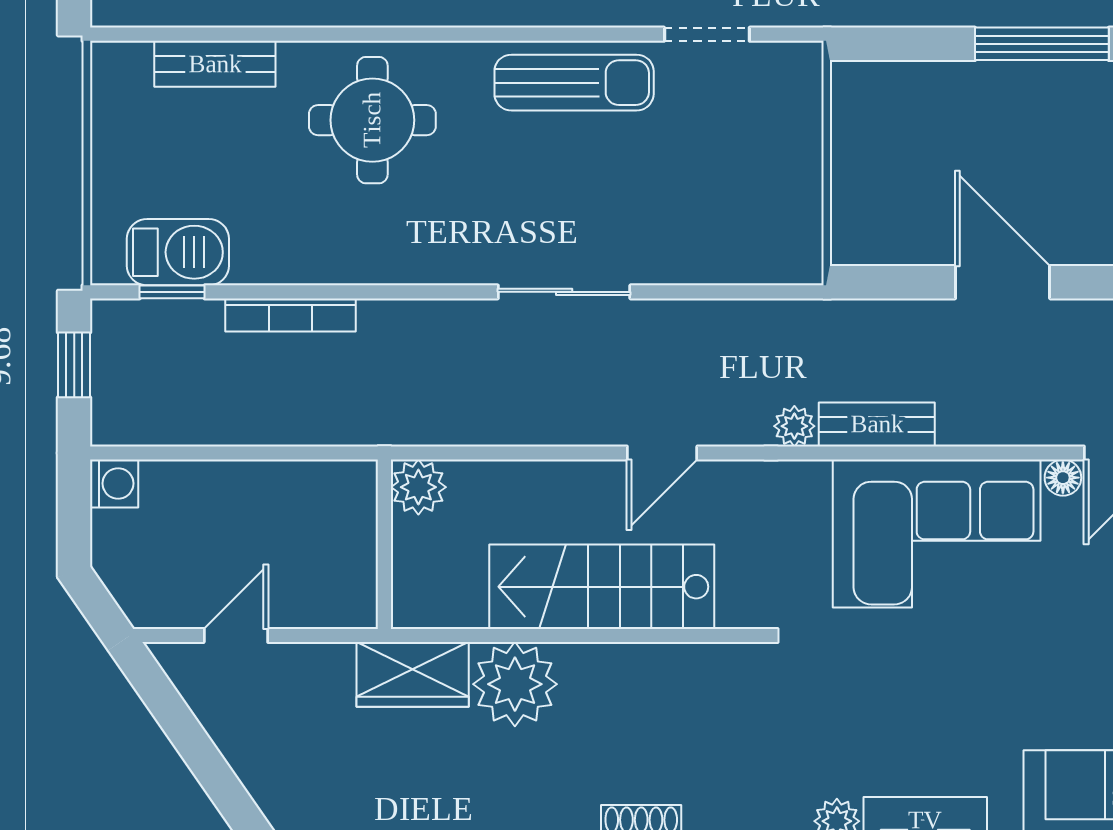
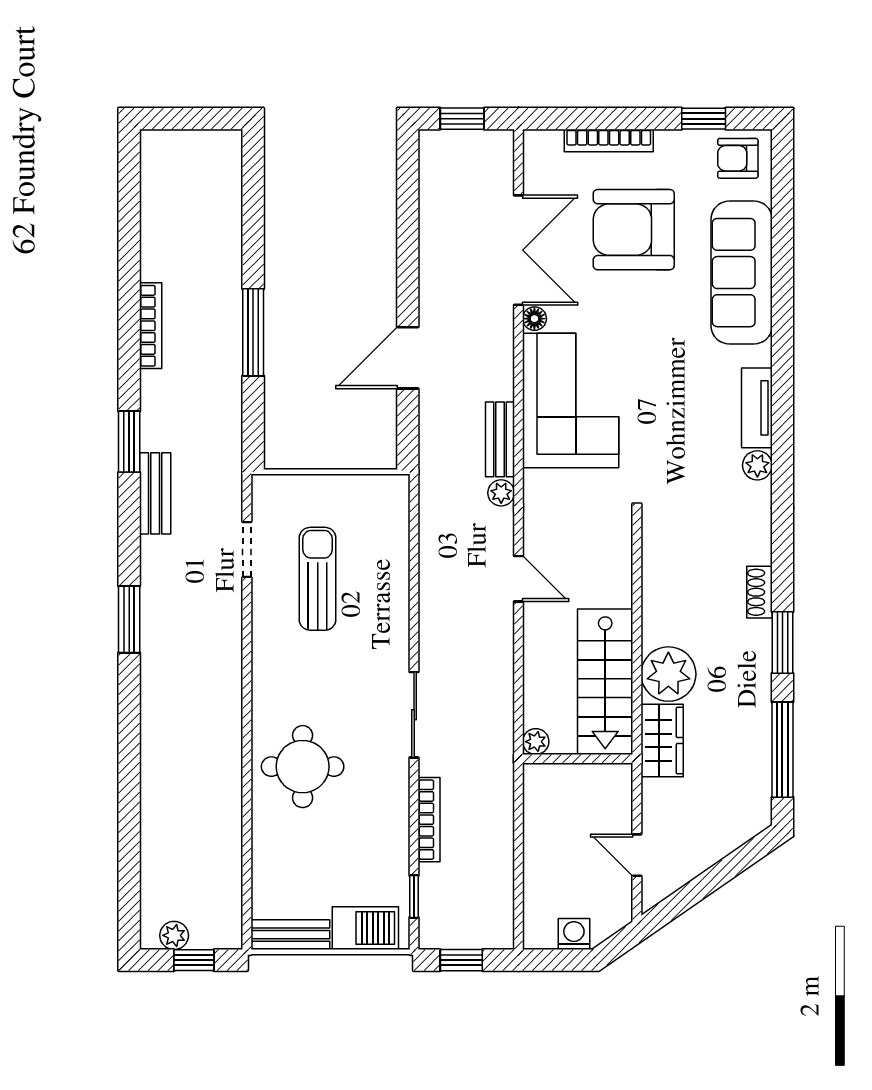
bench: (215, 64) -> (290, 935), moved, turned 90
sun lounger: (574, 83) -> (318, 579), moved
barbecue: (178, 252) -> (365, 928), moved, turned 90
sliding door: (564, 292) -> (414, 715), moved
washing machine: (114, 483) -> (574, 934), moved
plant: (418, 487) -> (536, 742), width x0.73, depth x0.73
stairs: (602, 587) -> (605, 682), moved

